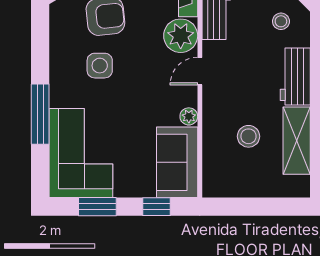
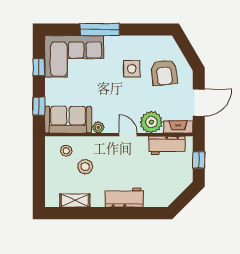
stool: (281, 21) -> (66, 151), moved
shelving: (297, 141) -> (75, 201), width x0.67, depth x0.75
window: (97, 207) -> (39, 67), width x0.67

